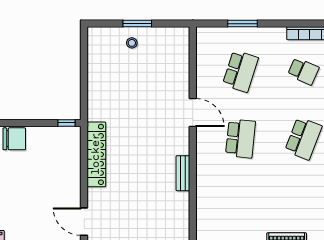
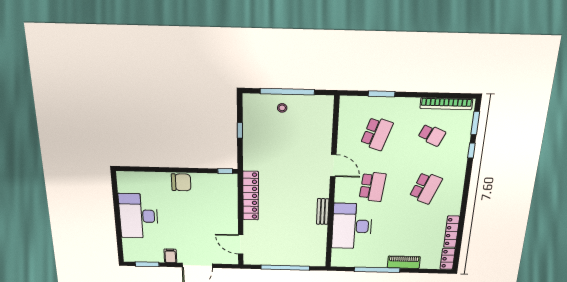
window: (137, 24) -> (287, 92), width x2.11
window: (84, 71) -> (240, 130), added
desk: (219, 192) -> (352, 226), added

